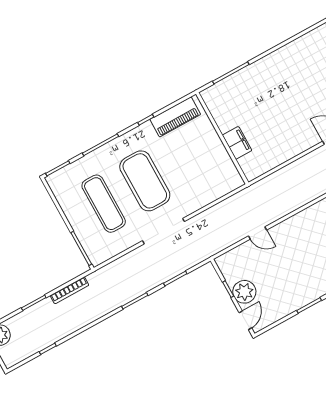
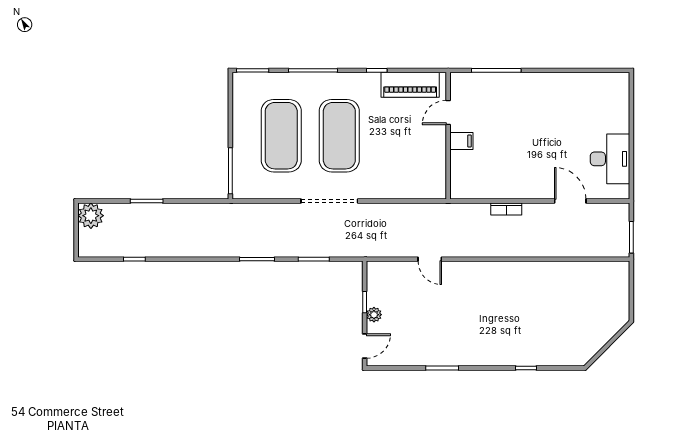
door: (213, 122) -> (448, 112), added
filing cabinet: (237, 143) -> (461, 141), width x0.50
exercise mat: (104, 204) -> (281, 136), width x1.47
bookcase: (69, 290) -> (506, 209), moved, width x0.64
plant: (244, 292) -> (374, 315), width x0.53, depth x0.53

